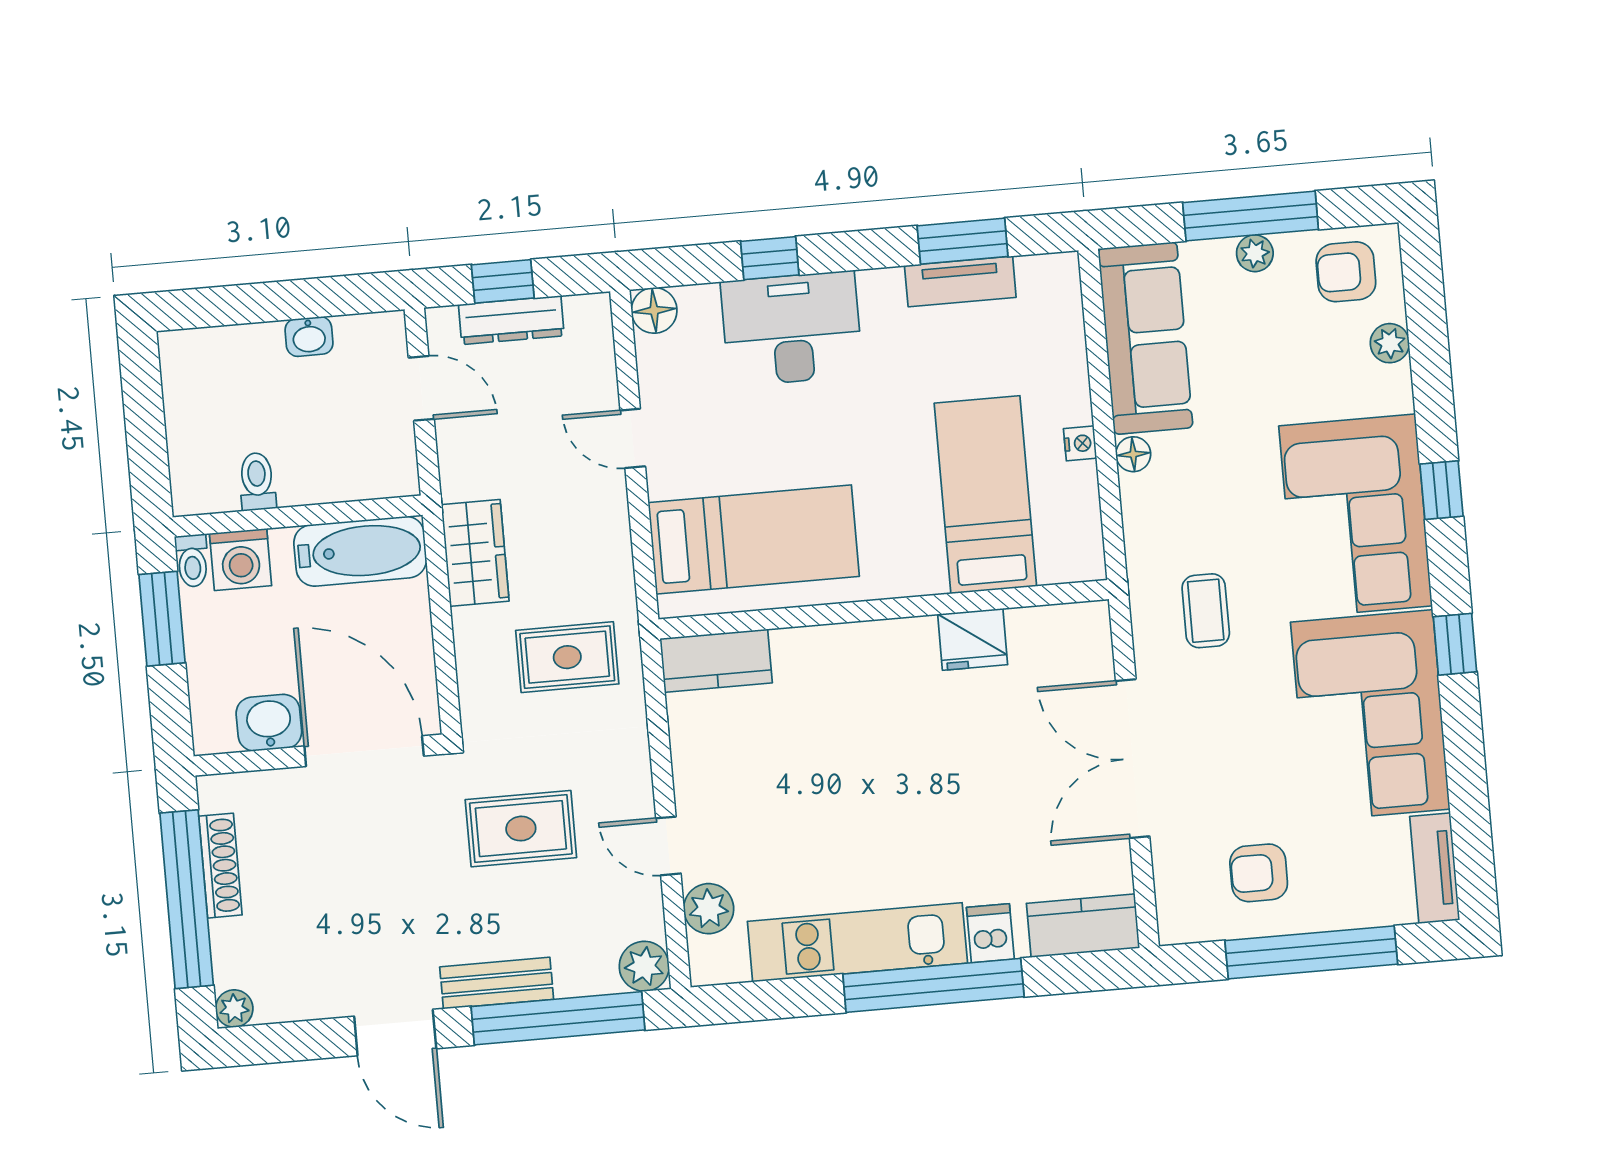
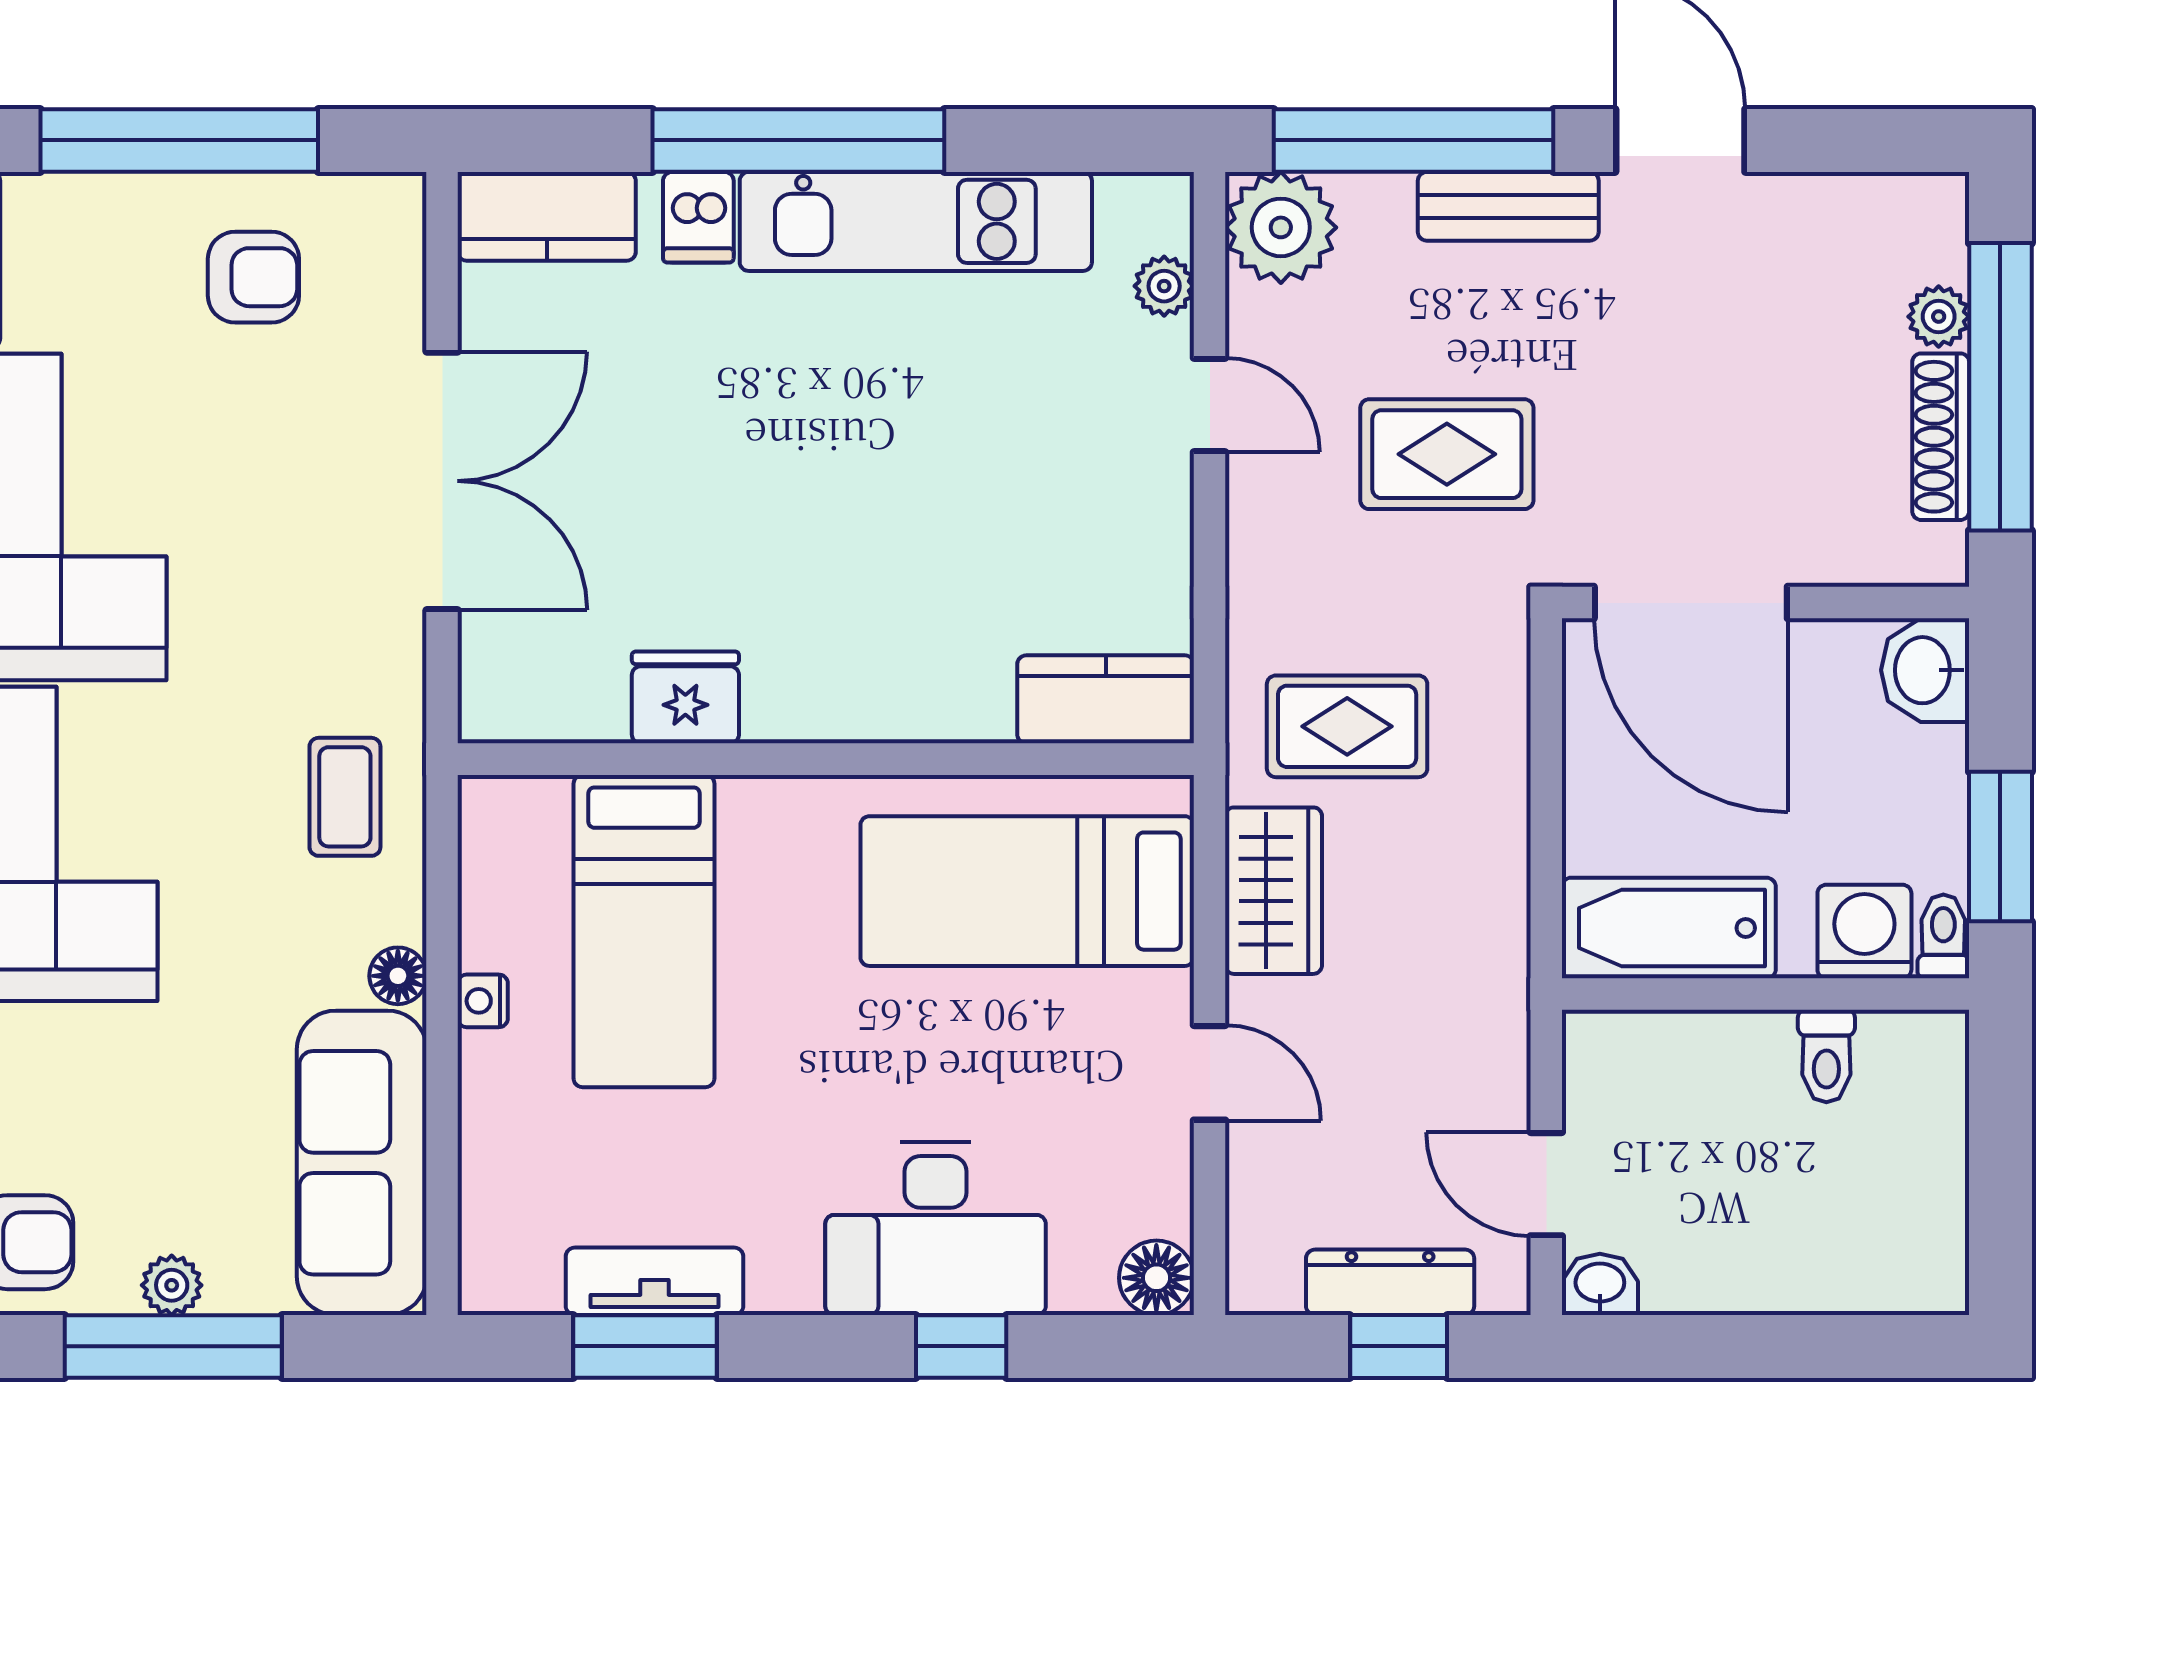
washbasin: (309, 337) -> (1600, 1284), moved
wardrobe: (475, 553) -> (1274, 891), moved, turned 180
coffee table: (1206, 611) -> (345, 797), moved
washbasin: (269, 723) -> (1925, 670), moved, turned 90
plant: (709, 909) -> (1164, 286), width x0.73, depth x0.73
plant: (644, 966) -> (1281, 227), width x1.36, depth x1.36
plant: (234, 1009) -> (1939, 317), moved

